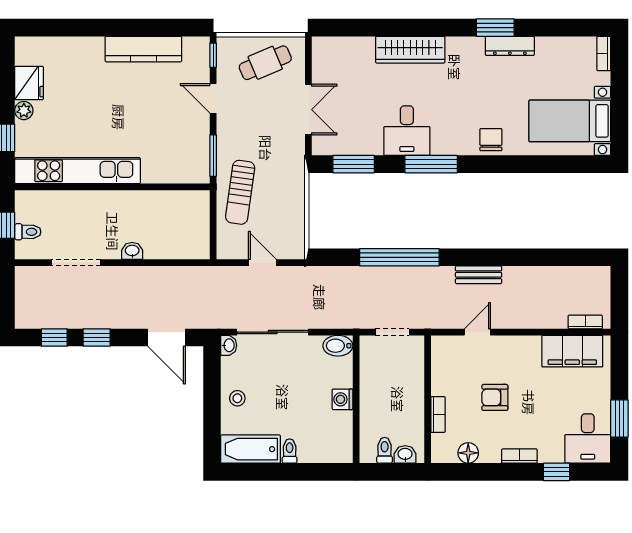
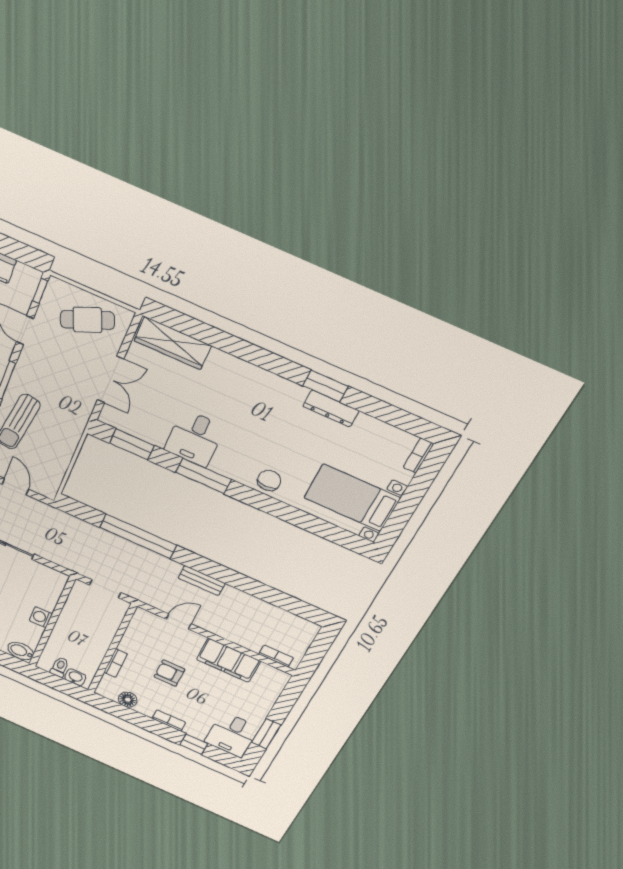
wardrobe: (410, 50) -> (173, 343), moved
bidet: (338, 346) -> (21, 651), moved
filing cabinet: (572, 351) -> (228, 660), moved

